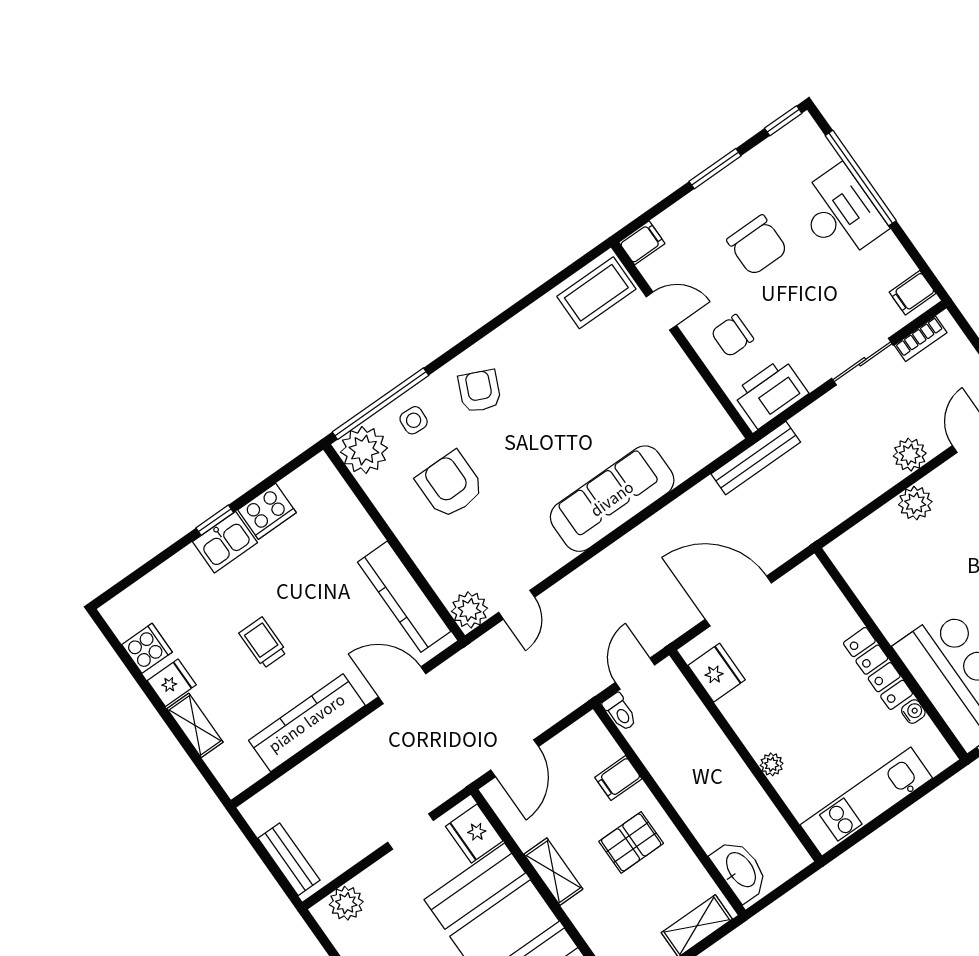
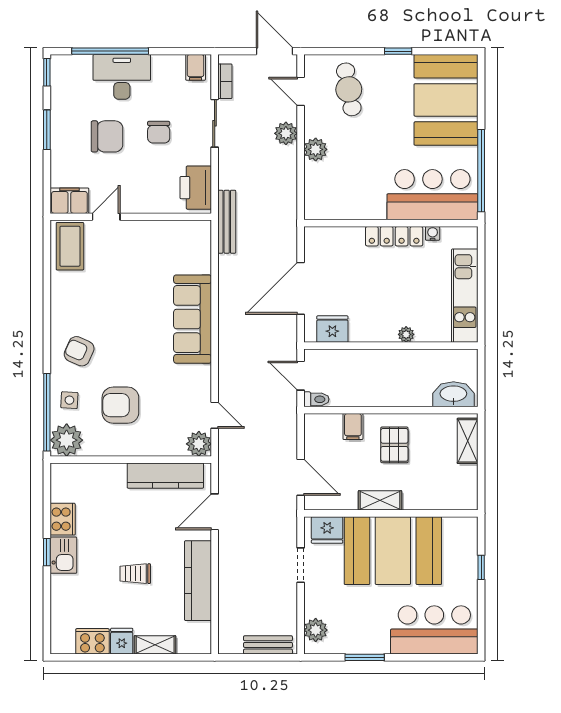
filing cabinet: (642, 243) -> (69, 201), width x2.00
chair: (732, 336) -> (159, 132), moved
cooker: (147, 648) -> (92, 641), width x1.36

